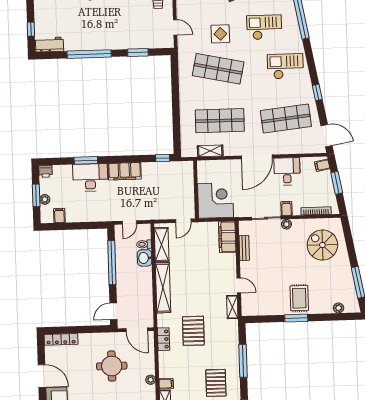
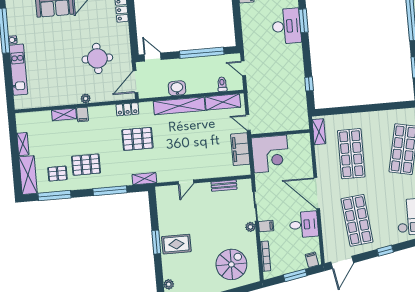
shelving: (210, 151) -> (319, 132), moved
window: (163, 158) -> (309, 84), moved
filing cabinet: (125, 171) -> (295, 60), removed
filing cabinet: (227, 237) -> (240, 149), moved, turned -90
washbasin: (145, 258) -> (177, 88), moved
shelving: (232, 307) -> (144, 179), moved

